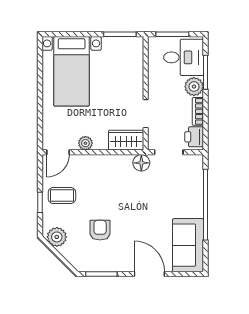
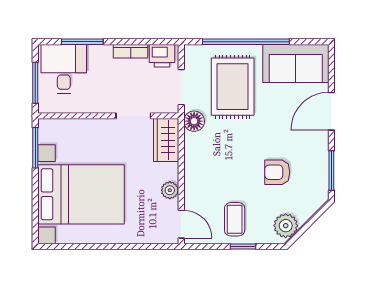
bed with nightstands: (72, 71) -> (81, 194), width x1.36
plant: (194, 87) -> (100, 56), removed
rug: (169, 194) -> (233, 87), added

